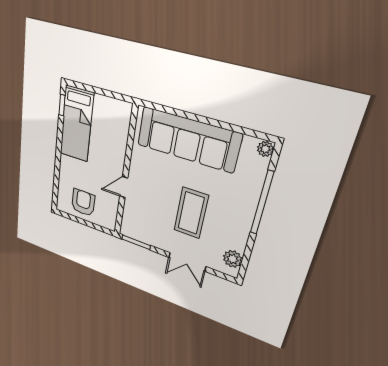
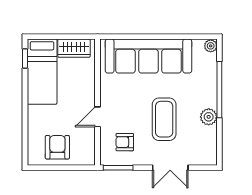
wardrobe: (110, 108) -> (74, 48), added
armchair: (146, 221) -> (125, 142), added
plant: (233, 259) -> (209, 117), moved

